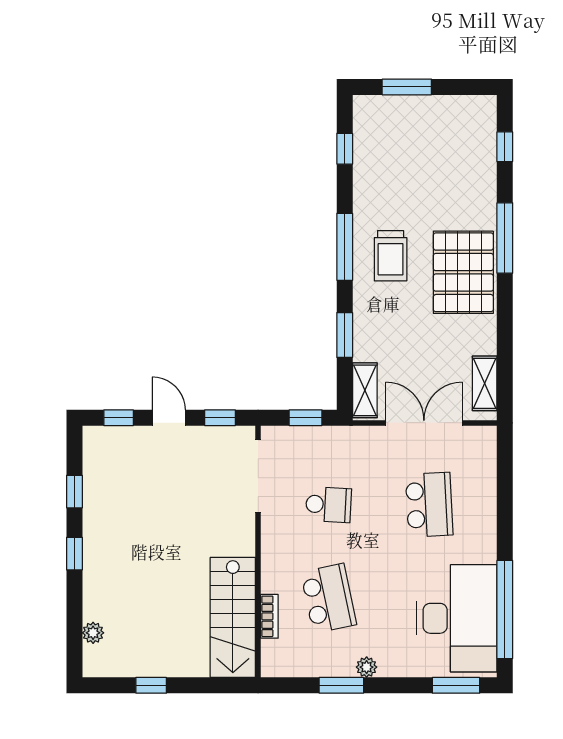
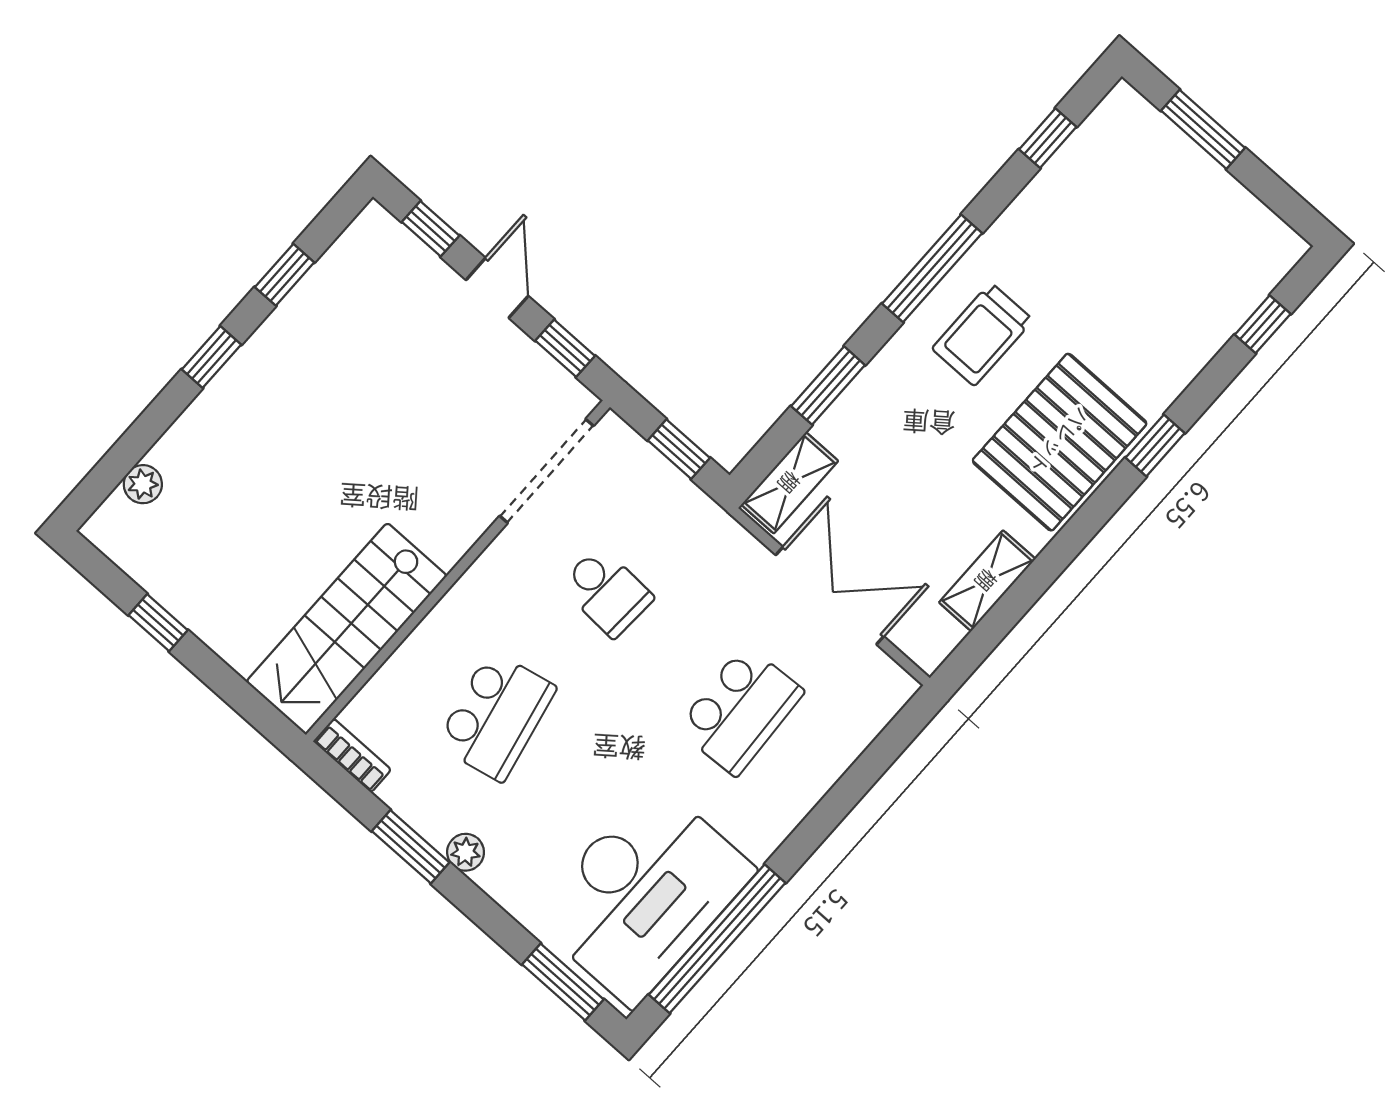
window: (505, 238) -> (1155, 445), width x0.46
shelving: (485, 383) -> (987, 581), moved
bookcase: (269, 616) -> (352, 755), moved, turned -90

